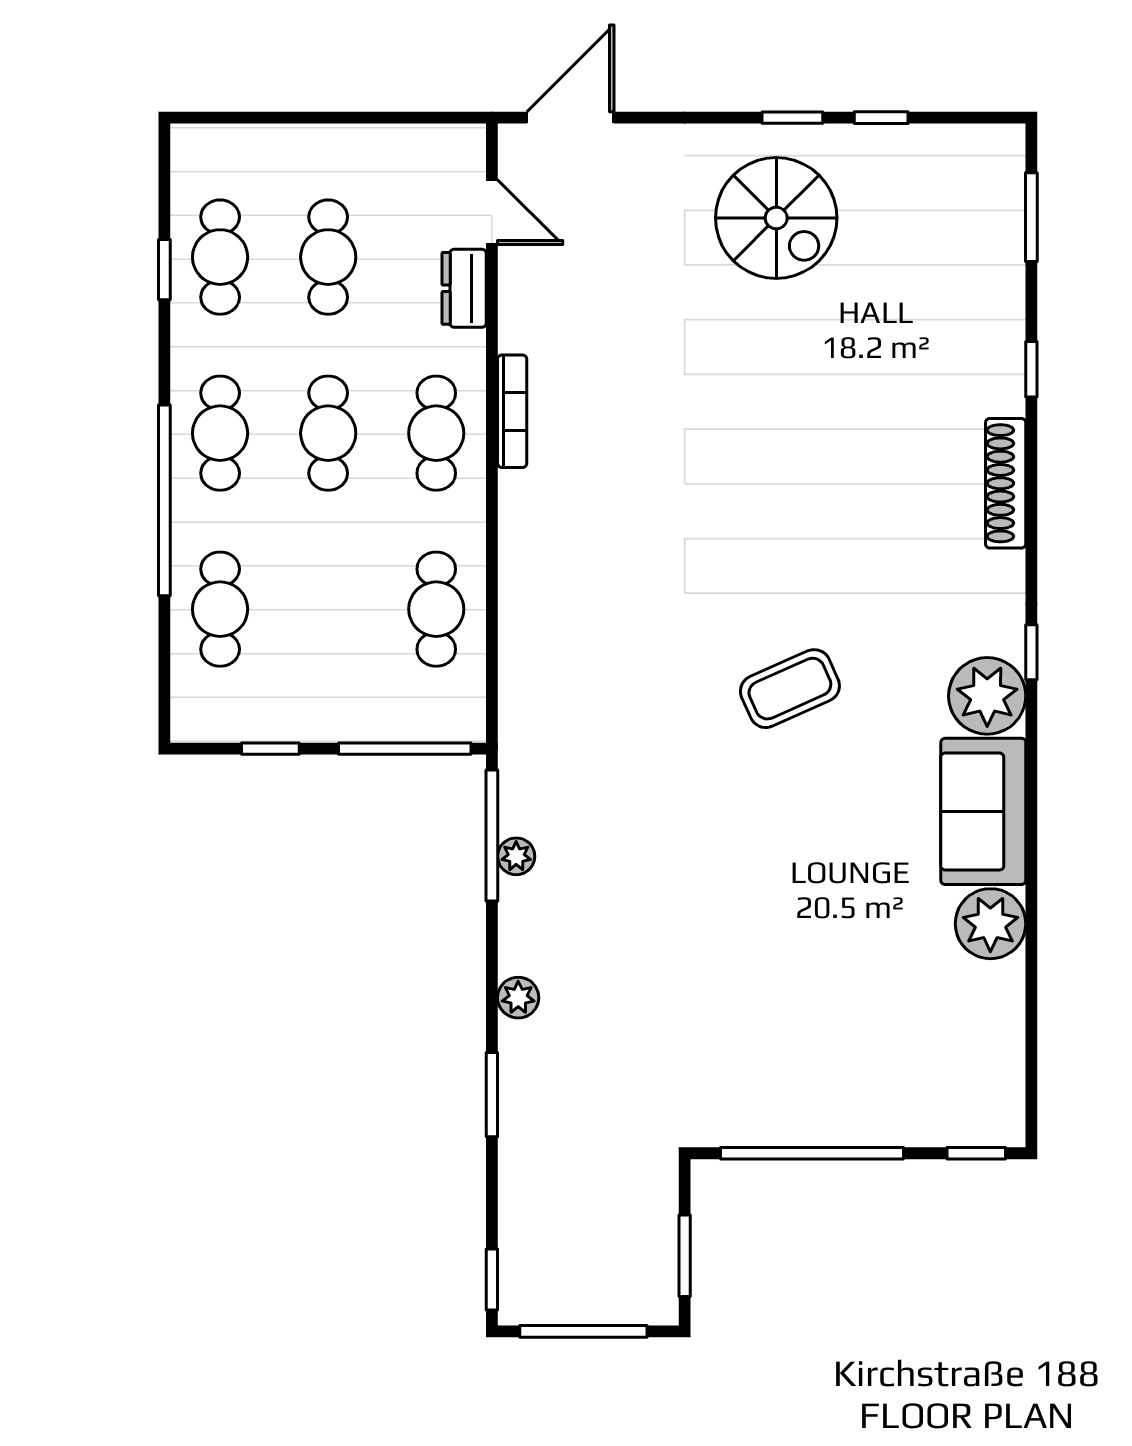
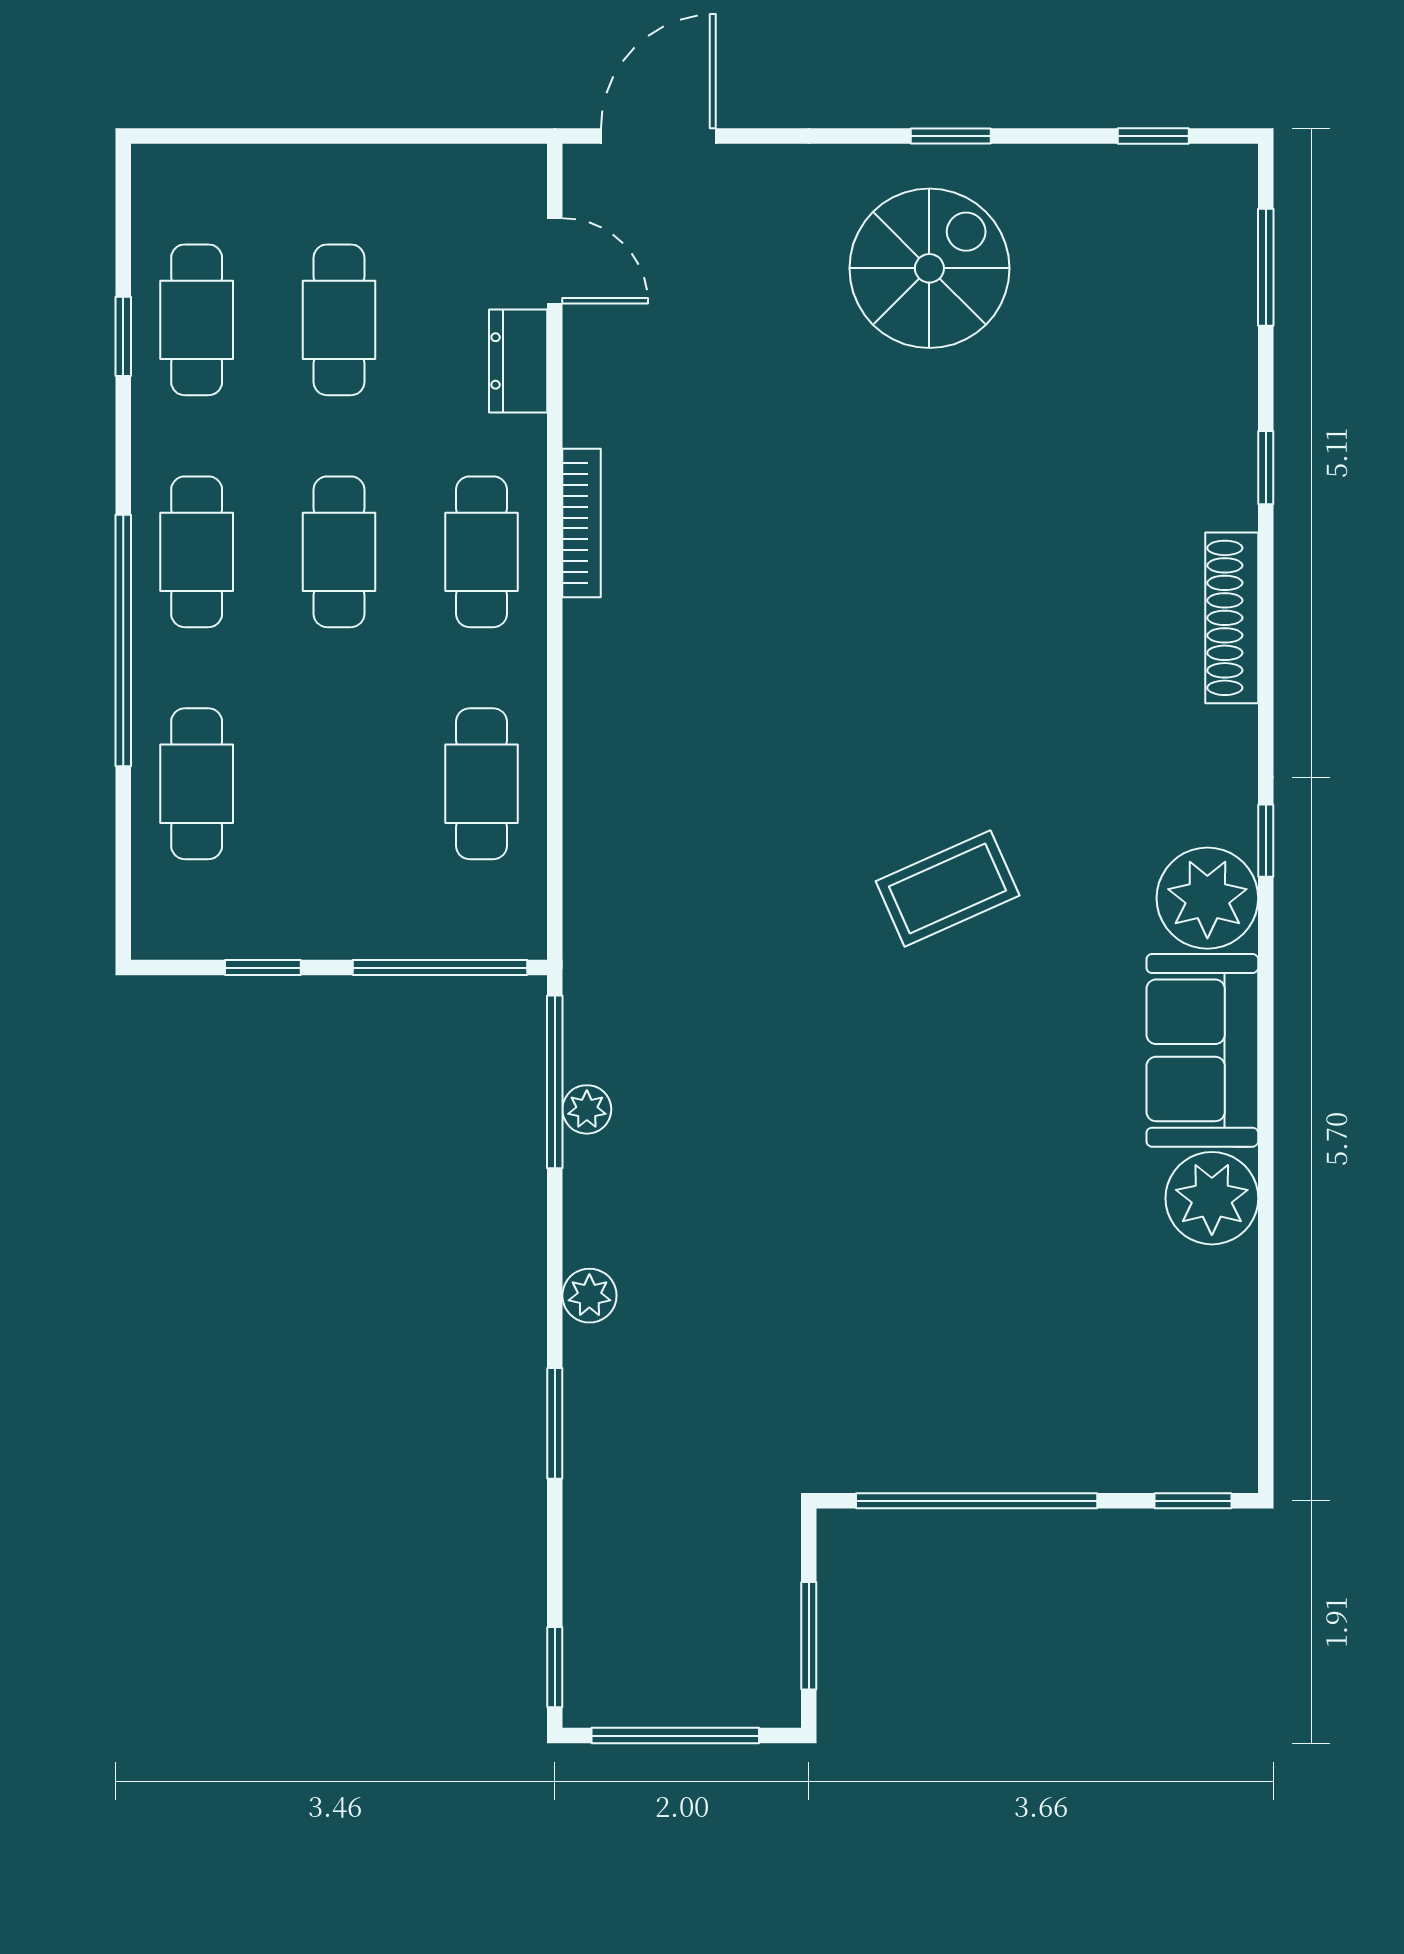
window: (881, 118) -> (1153, 136), moved
spiral stairs: (776, 218) -> (929, 268), turned -90

